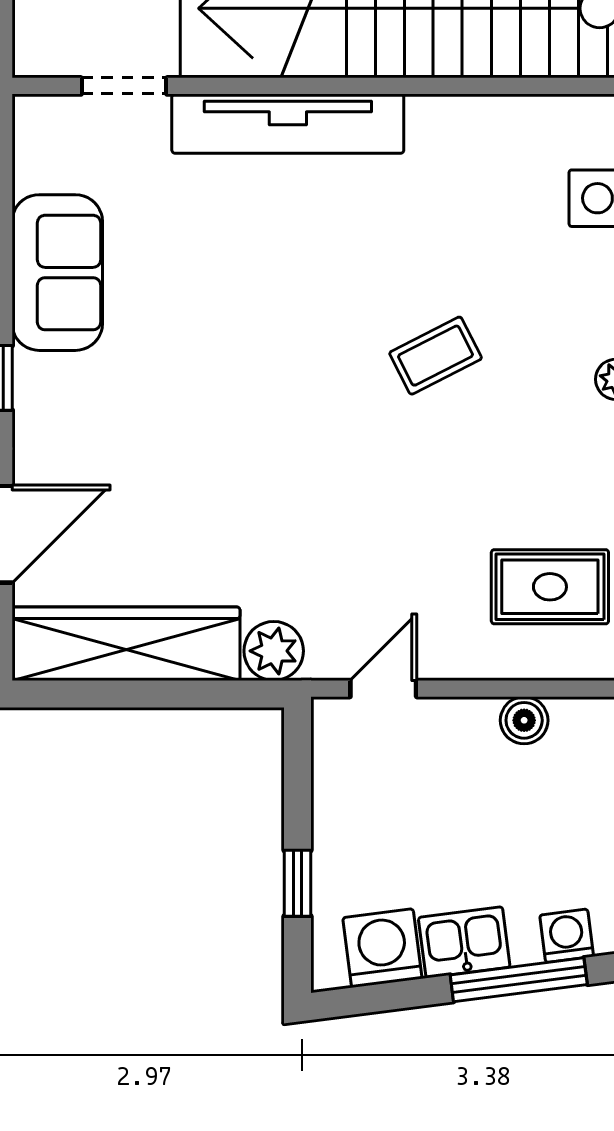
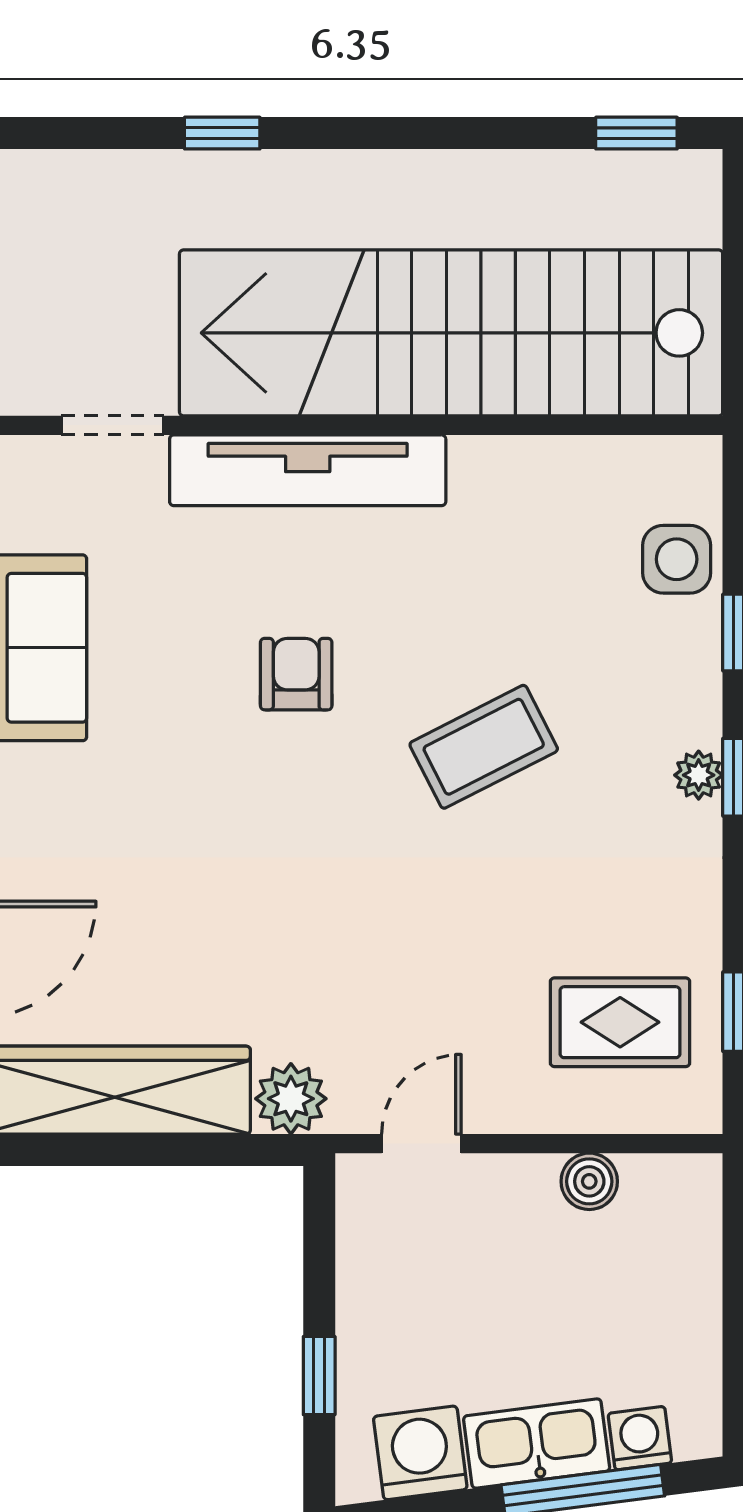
armchair: (278, 295) -> (296, 674), added
coffee table: (436, 356) -> (484, 747), width x1.36, depth x1.30
kitchen sink: (464, 942) -> (537, 1444), width x1.38

